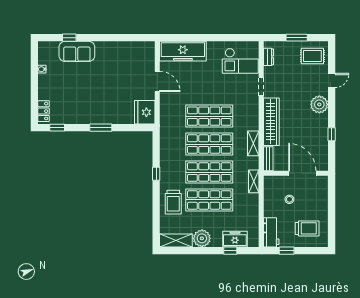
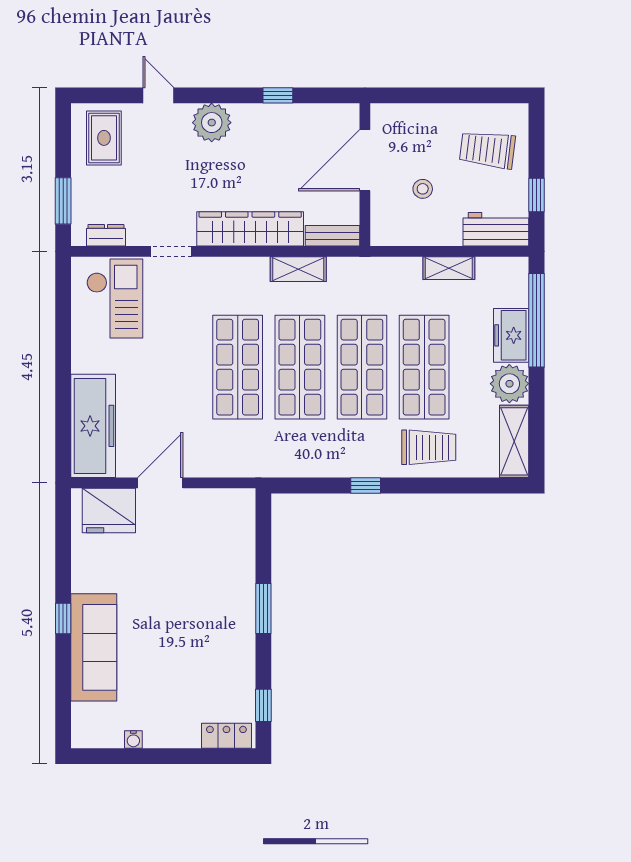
window: (69, 38) -> (63, 618), moved
window: (297, 38) -> (63, 201), moved
sofa: (77, 51) -> (94, 647), width x1.36
fridge: (145, 112) -> (109, 511), moved
shelving: (254, 181) -> (449, 268), moved
trolley: (307, 228) -> (487, 150), turned -83
freezer: (235, 239) -> (511, 335), moved
window: (230, 251) -> (537, 320), width x3.17

